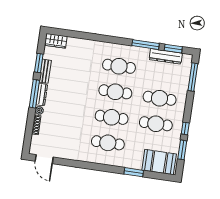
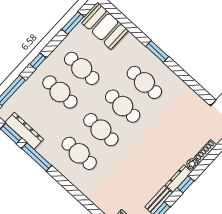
window: (34, 94) -> (186, 184), width x0.46
window: (185, 128) -> (38, 61), moved
window: (134, 172) -> (157, 51), moved

